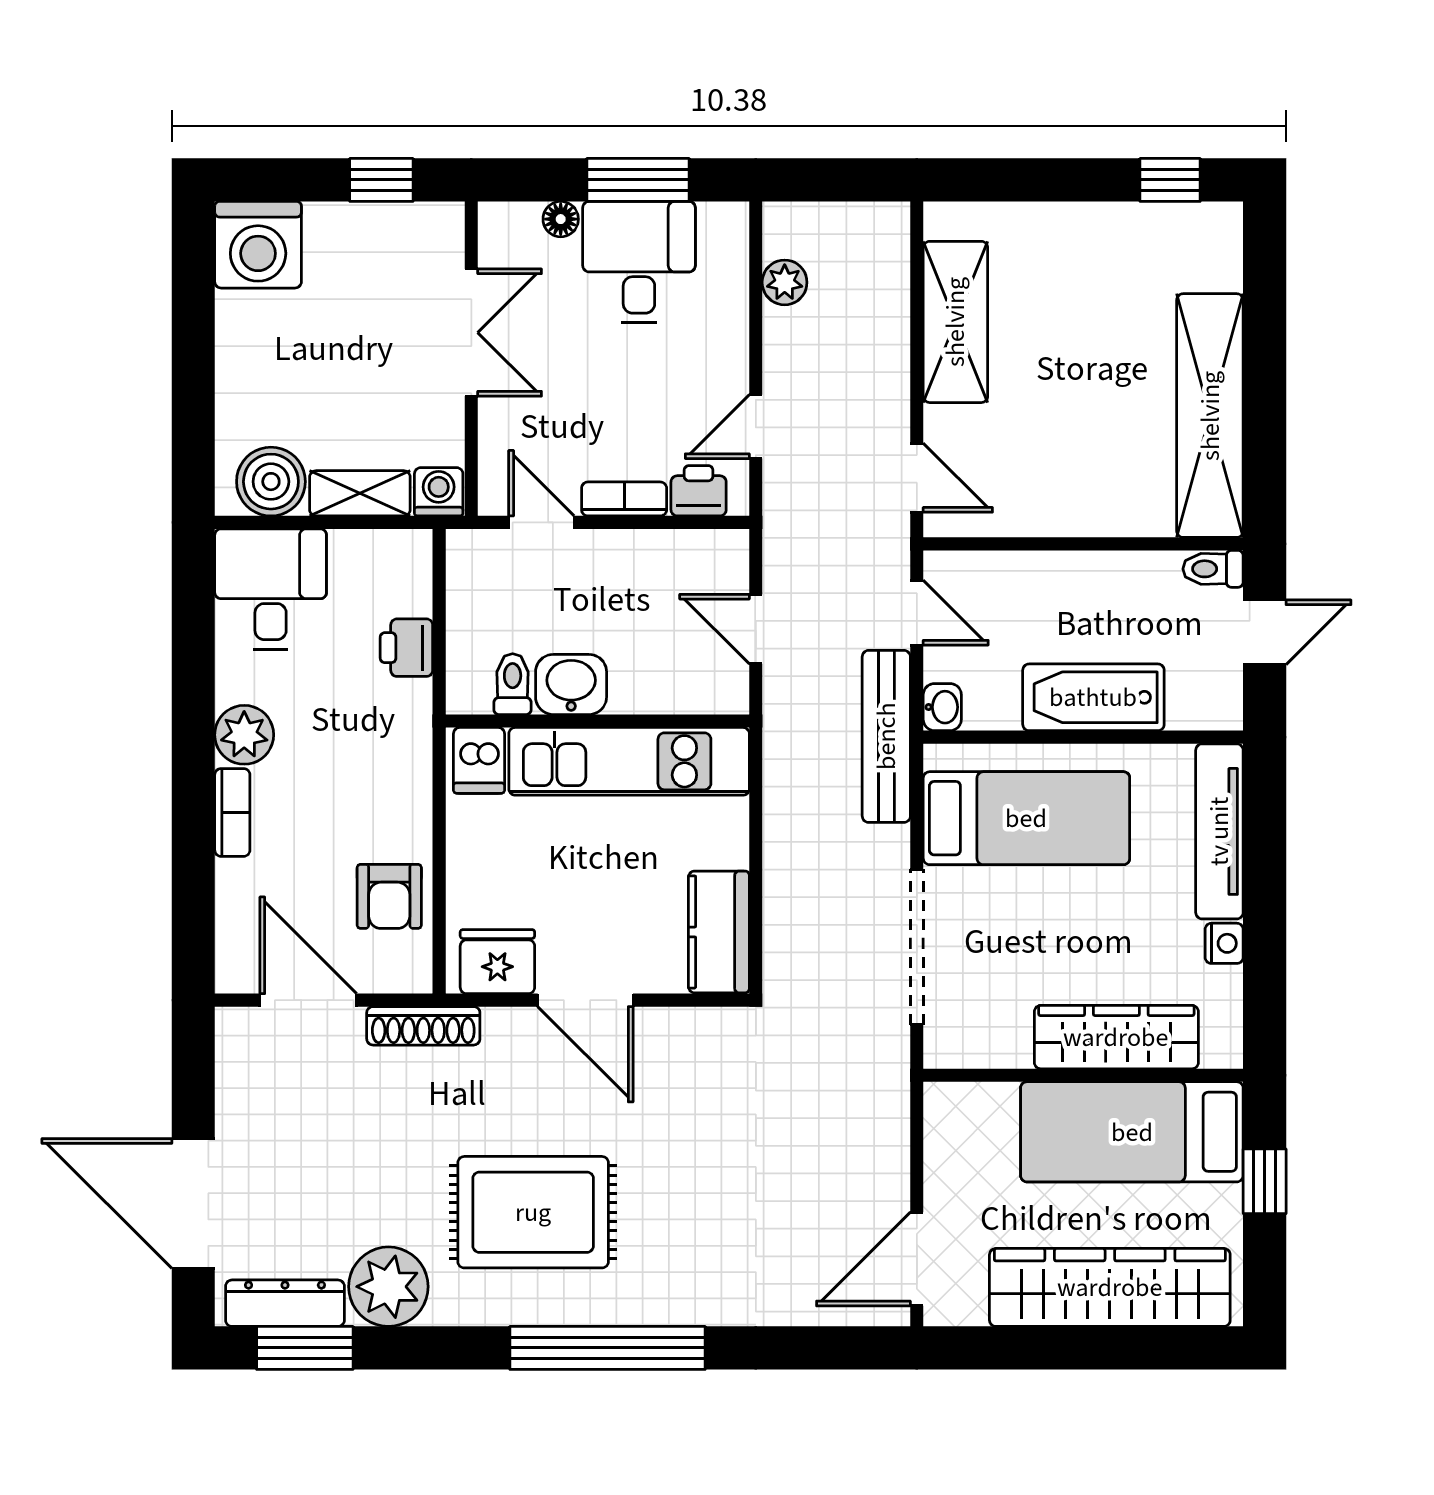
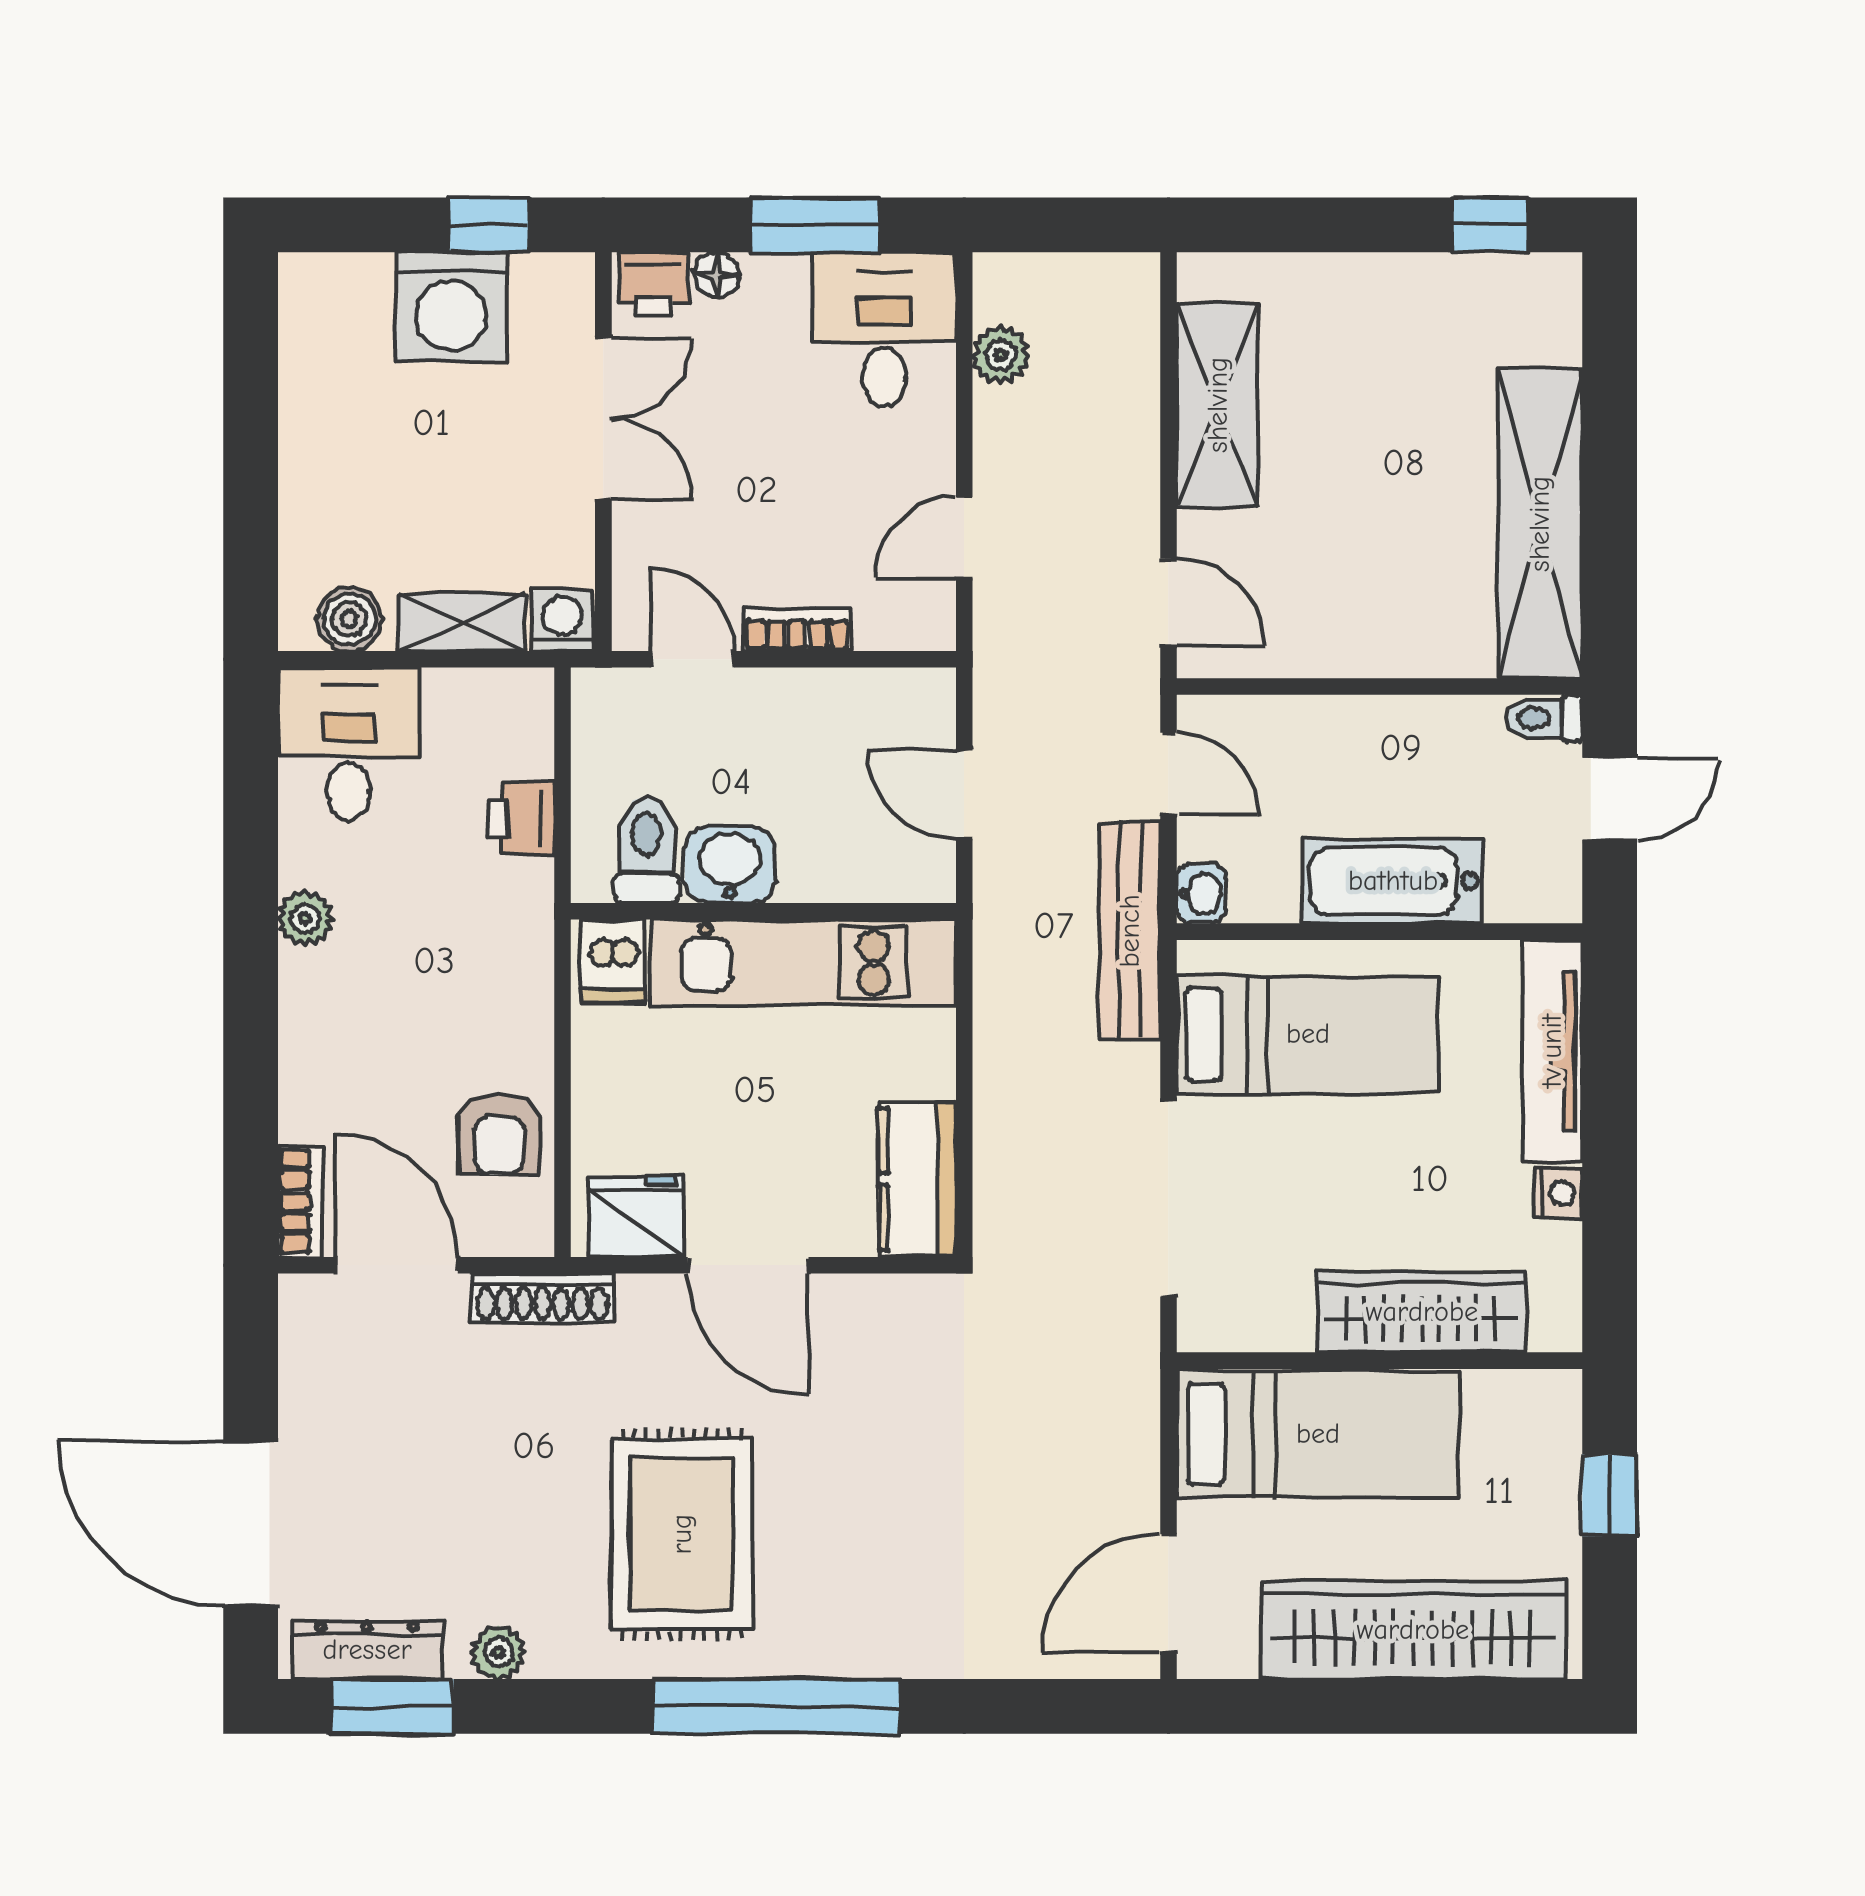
washing machine: (258, 245) -> (451, 307), moved
desk: (639, 262) -> (885, 329), moved
boiler: (271, 482) -> (349, 619), width x0.73, depth x0.73
printer: (699, 491) -> (654, 284), moved, turned 180
toilet: (513, 684) -> (647, 850), width x1.37, depth x1.39
plant: (244, 735) -> (305, 919), width x0.73, depth x0.73
bookcase: (232, 812) -> (300, 1201), moved
bed: (1132, 1132) -> (1318, 1434), moved, turned 180
rug: (533, 1212) -> (682, 1534), turned 90
plant: (388, 1287) -> (498, 1652), width x0.53, depth x0.53

